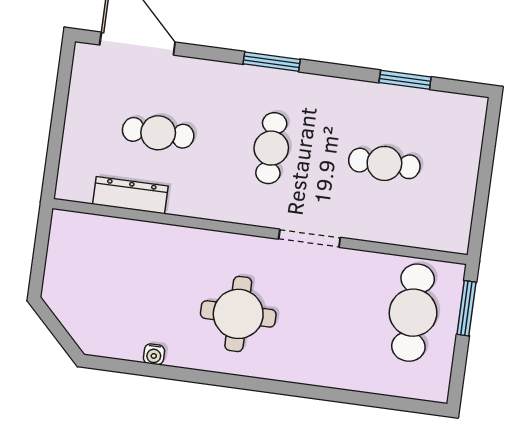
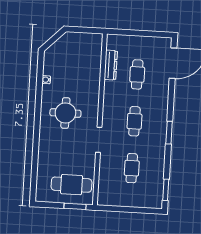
window: (272, 62) -> (169, 133), moved
window: (405, 80) -> (166, 190), moved
cafe table: (271, 148) -> (134, 121), turned 90

